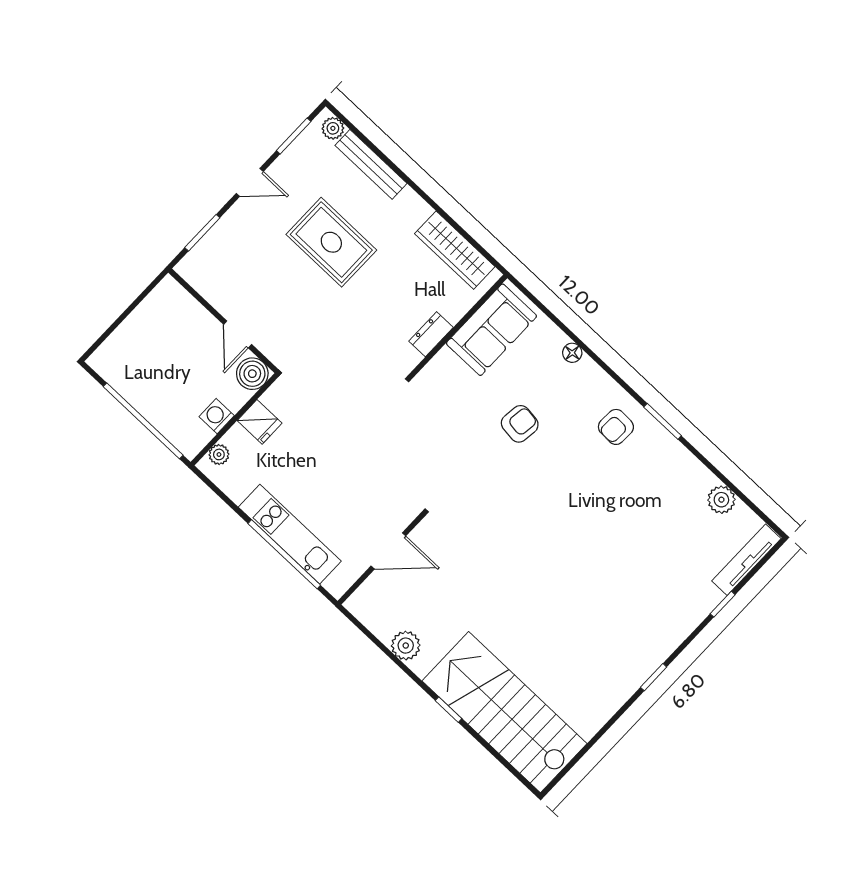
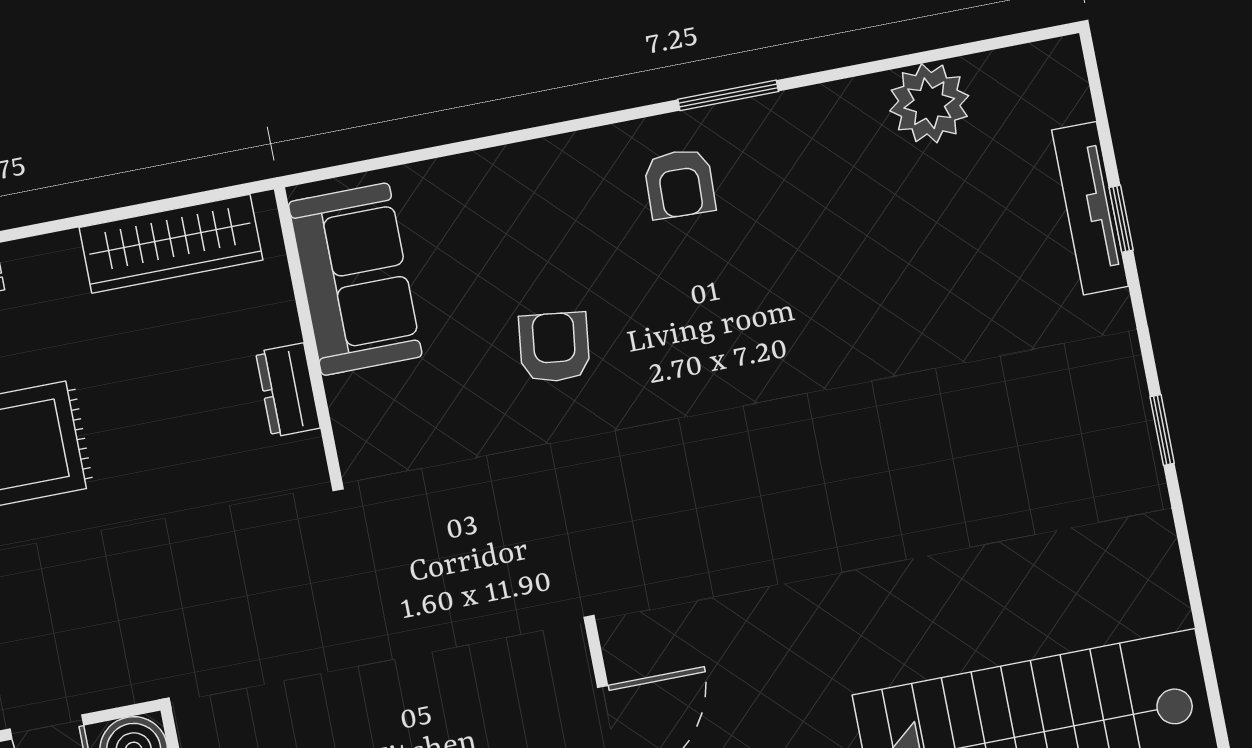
floor lamp: (572, 353) -> (496, 167), removed
plant: (721, 500) -> (929, 103), width x1.36, depth x1.36
tv unit: (746, 560) -> (1090, 208), moved

